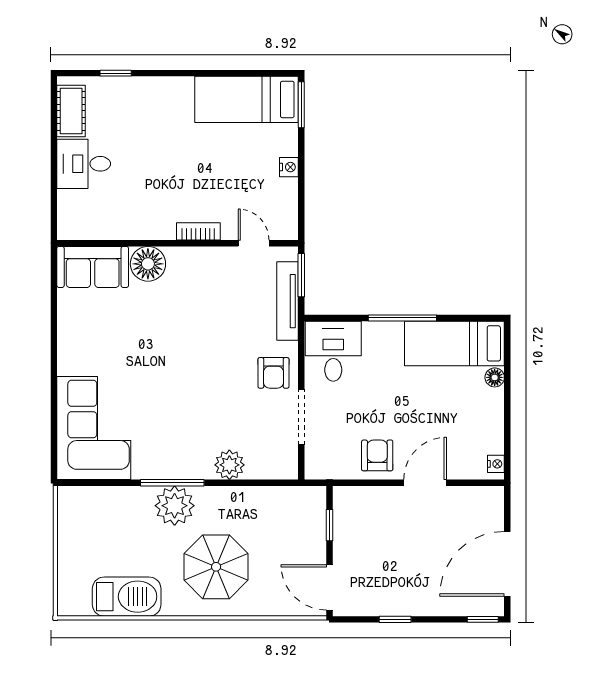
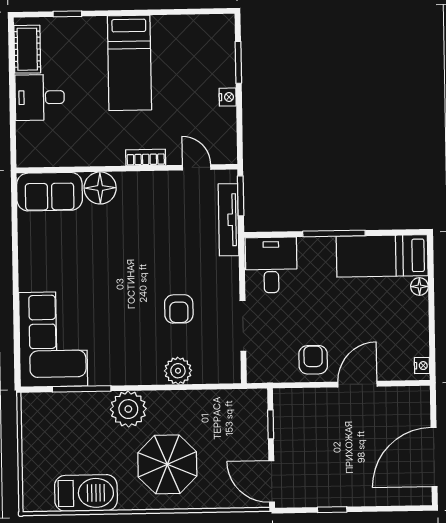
bed: (246, 99) -> (129, 63), moved, turned -90
window: (301, 105) -> (238, 62), moved
armchair: (273, 373) -> (179, 309), moved
window: (172, 483) -> (82, 389), moved
window: (483, 619) -> (412, 508), removed

